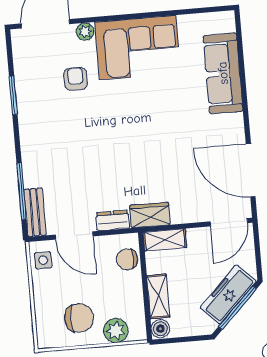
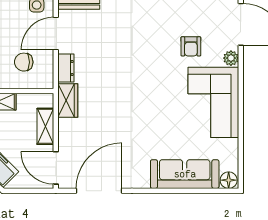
floor lamp: (226, 22) -> (229, 180), added
armchair: (76, 79) -> (191, 46), turned 90
shelving: (165, 240) -> (45, 126), moved
chair: (127, 259) -> (24, 62), moved, turned -90

